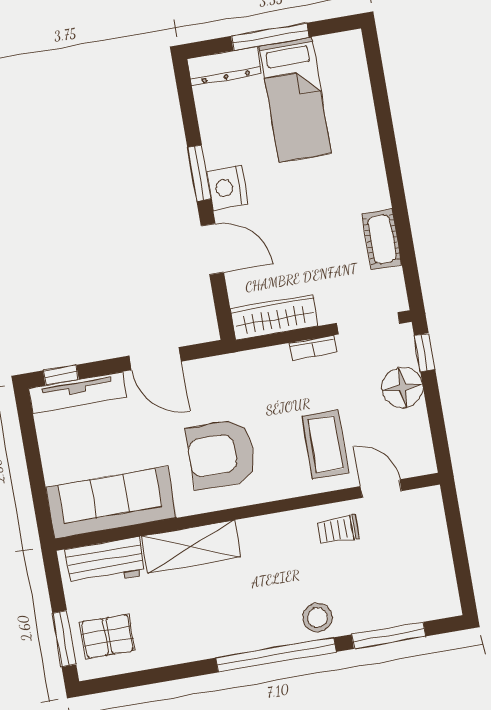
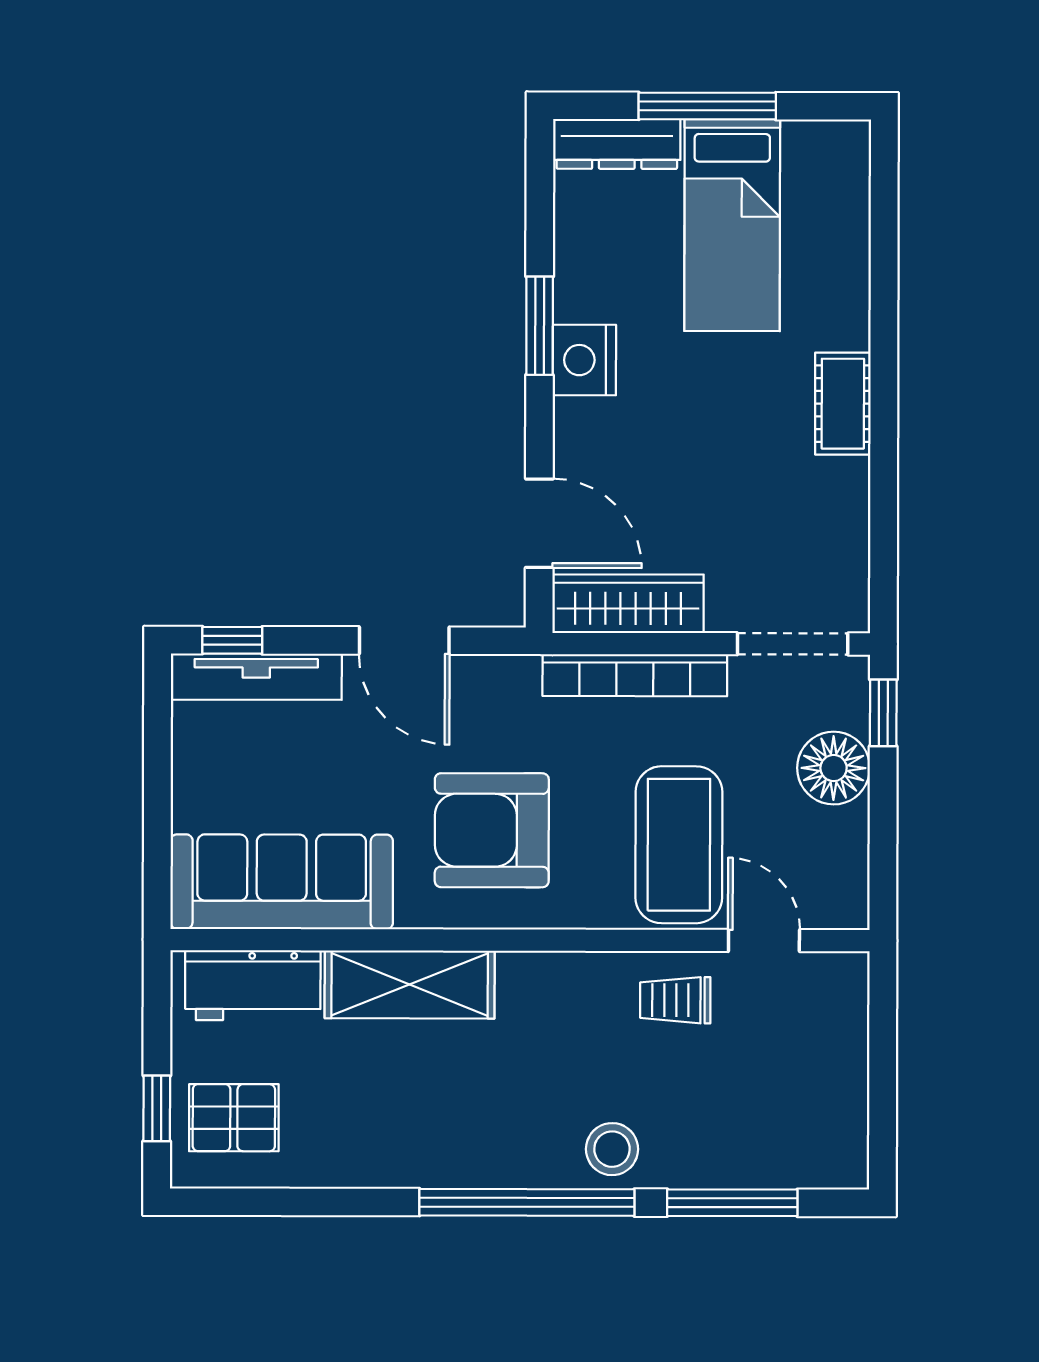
cot: (382, 239) -> (843, 404), moved
door: (212, 249) -> (539, 523), moved
bookcase: (313, 348) -> (635, 675), width x2.31, depth x1.31
coffee table: (325, 444) -> (679, 845), width x1.36, depth x1.32
window: (64, 639) -> (157, 1108), width x0.67

